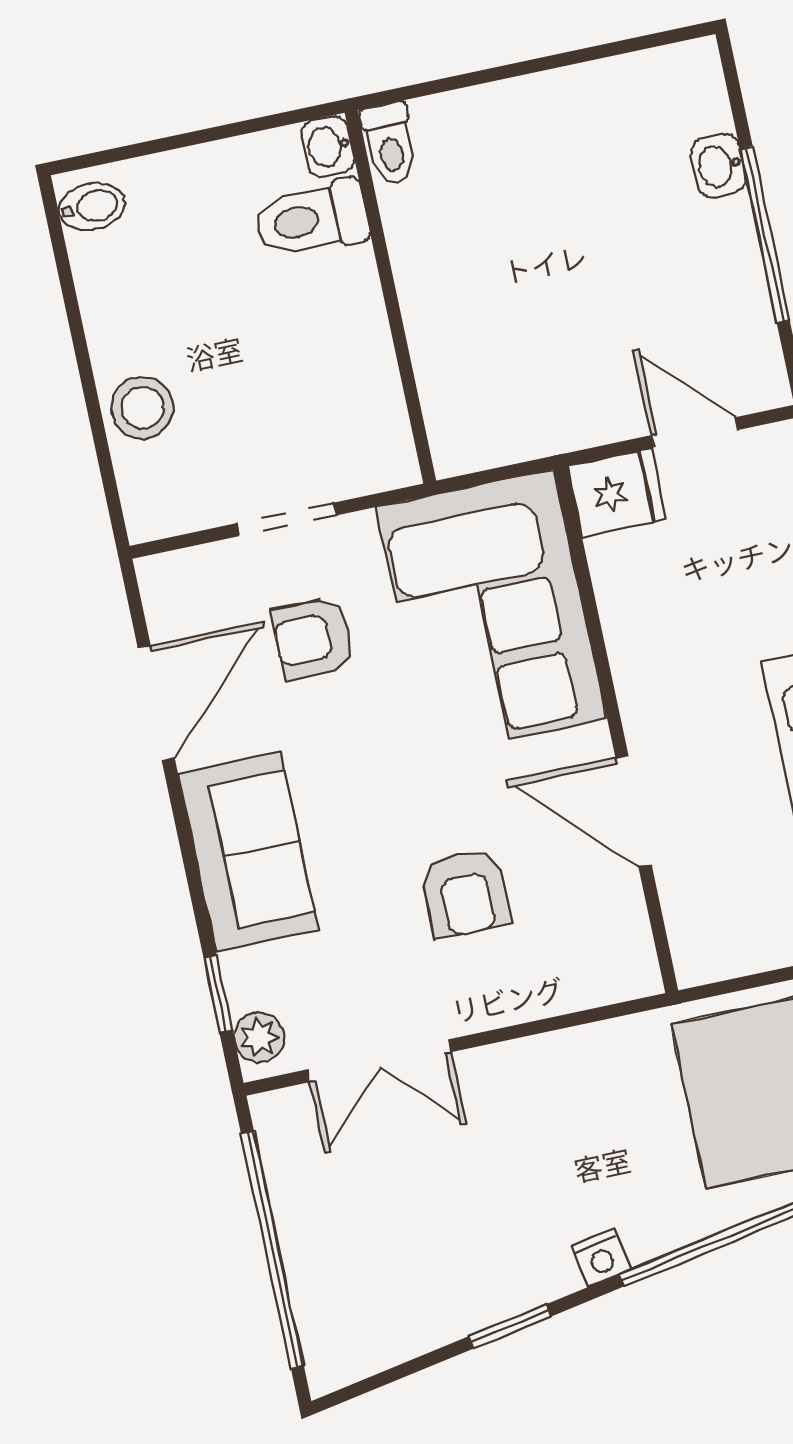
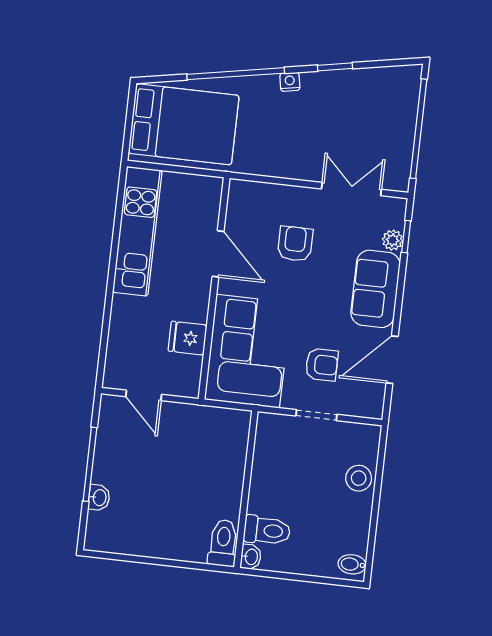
toilet: (390, 144) -> (223, 543), width x1.37, depth x1.39
fridge: (617, 493) -> (188, 338), moved
plant: (259, 1037) -> (393, 240), moved

